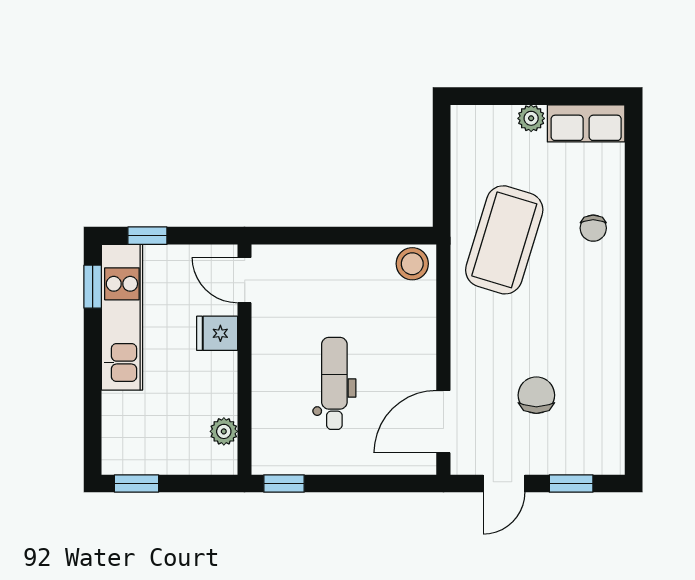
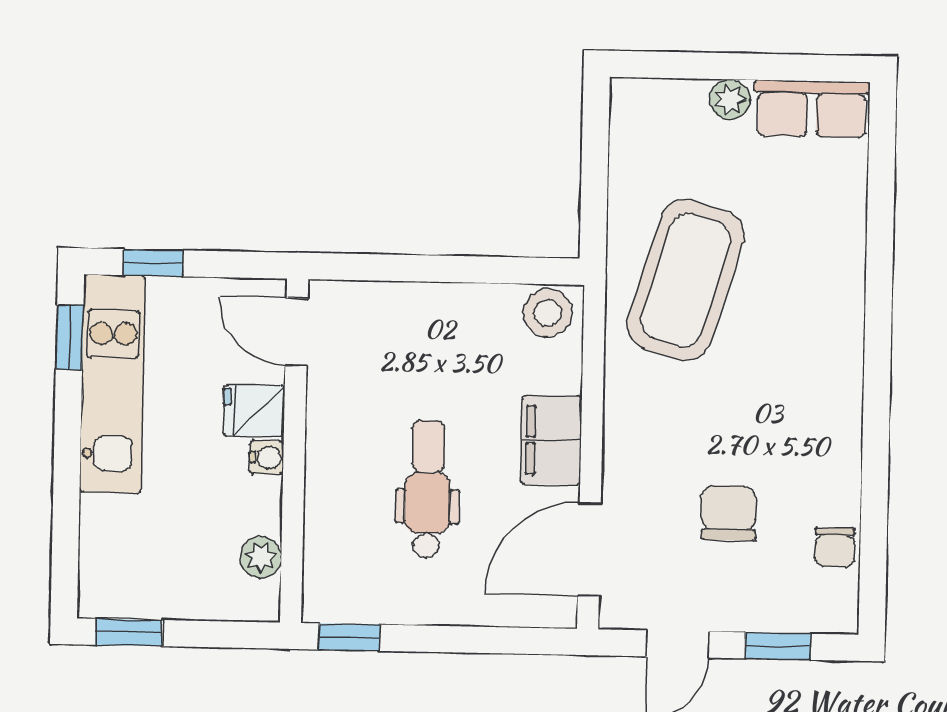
chair: (593, 228) -> (835, 547), moved
filing cabinet: (417, 349) -> (551, 440), added
water cooler: (226, 364) -> (267, 458), added

